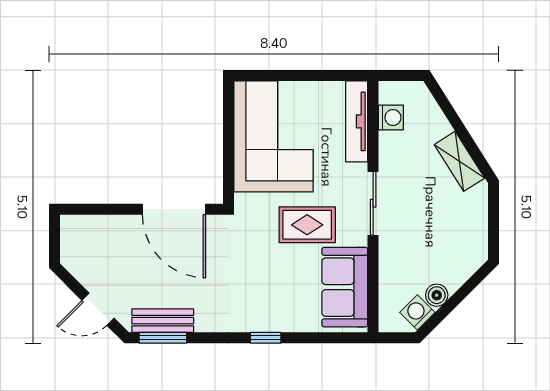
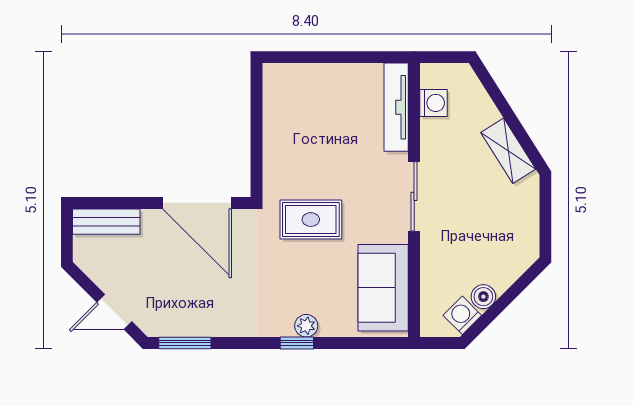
corner sofa: (274, 136) -> (306, 124), removed
rug: (307, 225) -> (311, 220), moved
bench: (163, 321) -> (106, 222), moved
plant: (274, 322) -> (306, 326), added

